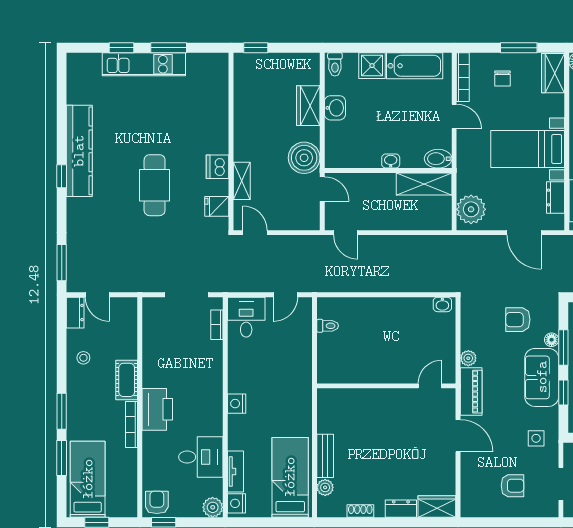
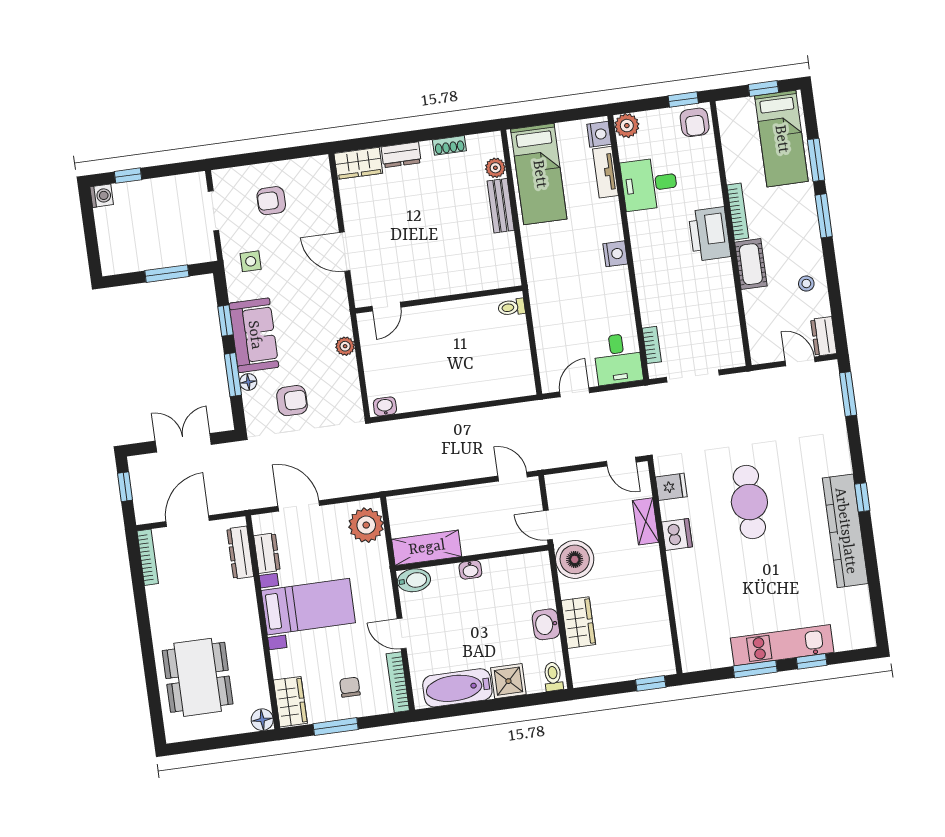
toilet: (328, 326) -> (512, 307), moved
piano: (471, 392) -> (336, 307), removed

